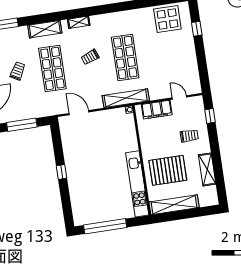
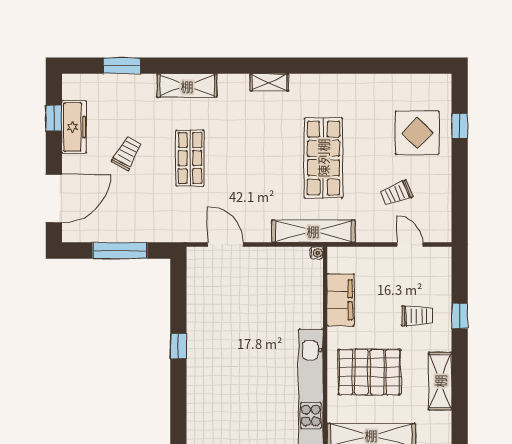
display table: (167, 19) -> (417, 133), moved
shelving: (79, 22) -> (269, 82), moved
trolley: (90, 57) -> (397, 193), moved
shop shelf: (52, 68) -> (190, 158), width x0.70, depth x0.74
filing cabinet: (157, 110) -> (341, 300), moved, turned -90
window: (210, 116) -> (460, 316), moved

